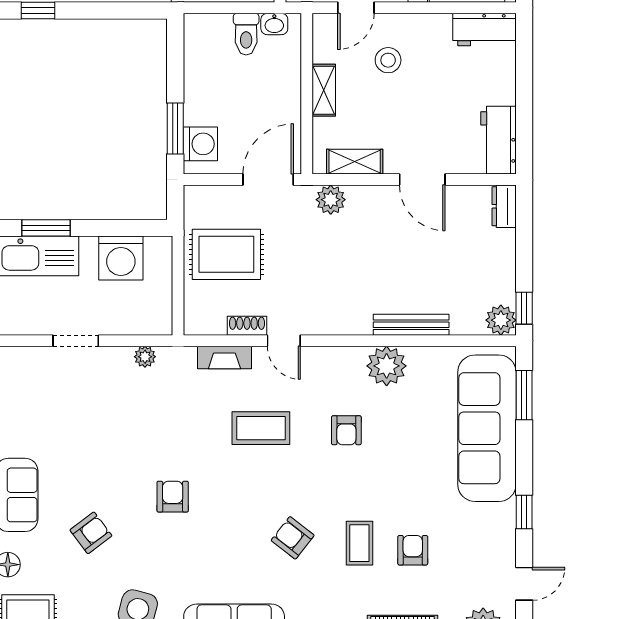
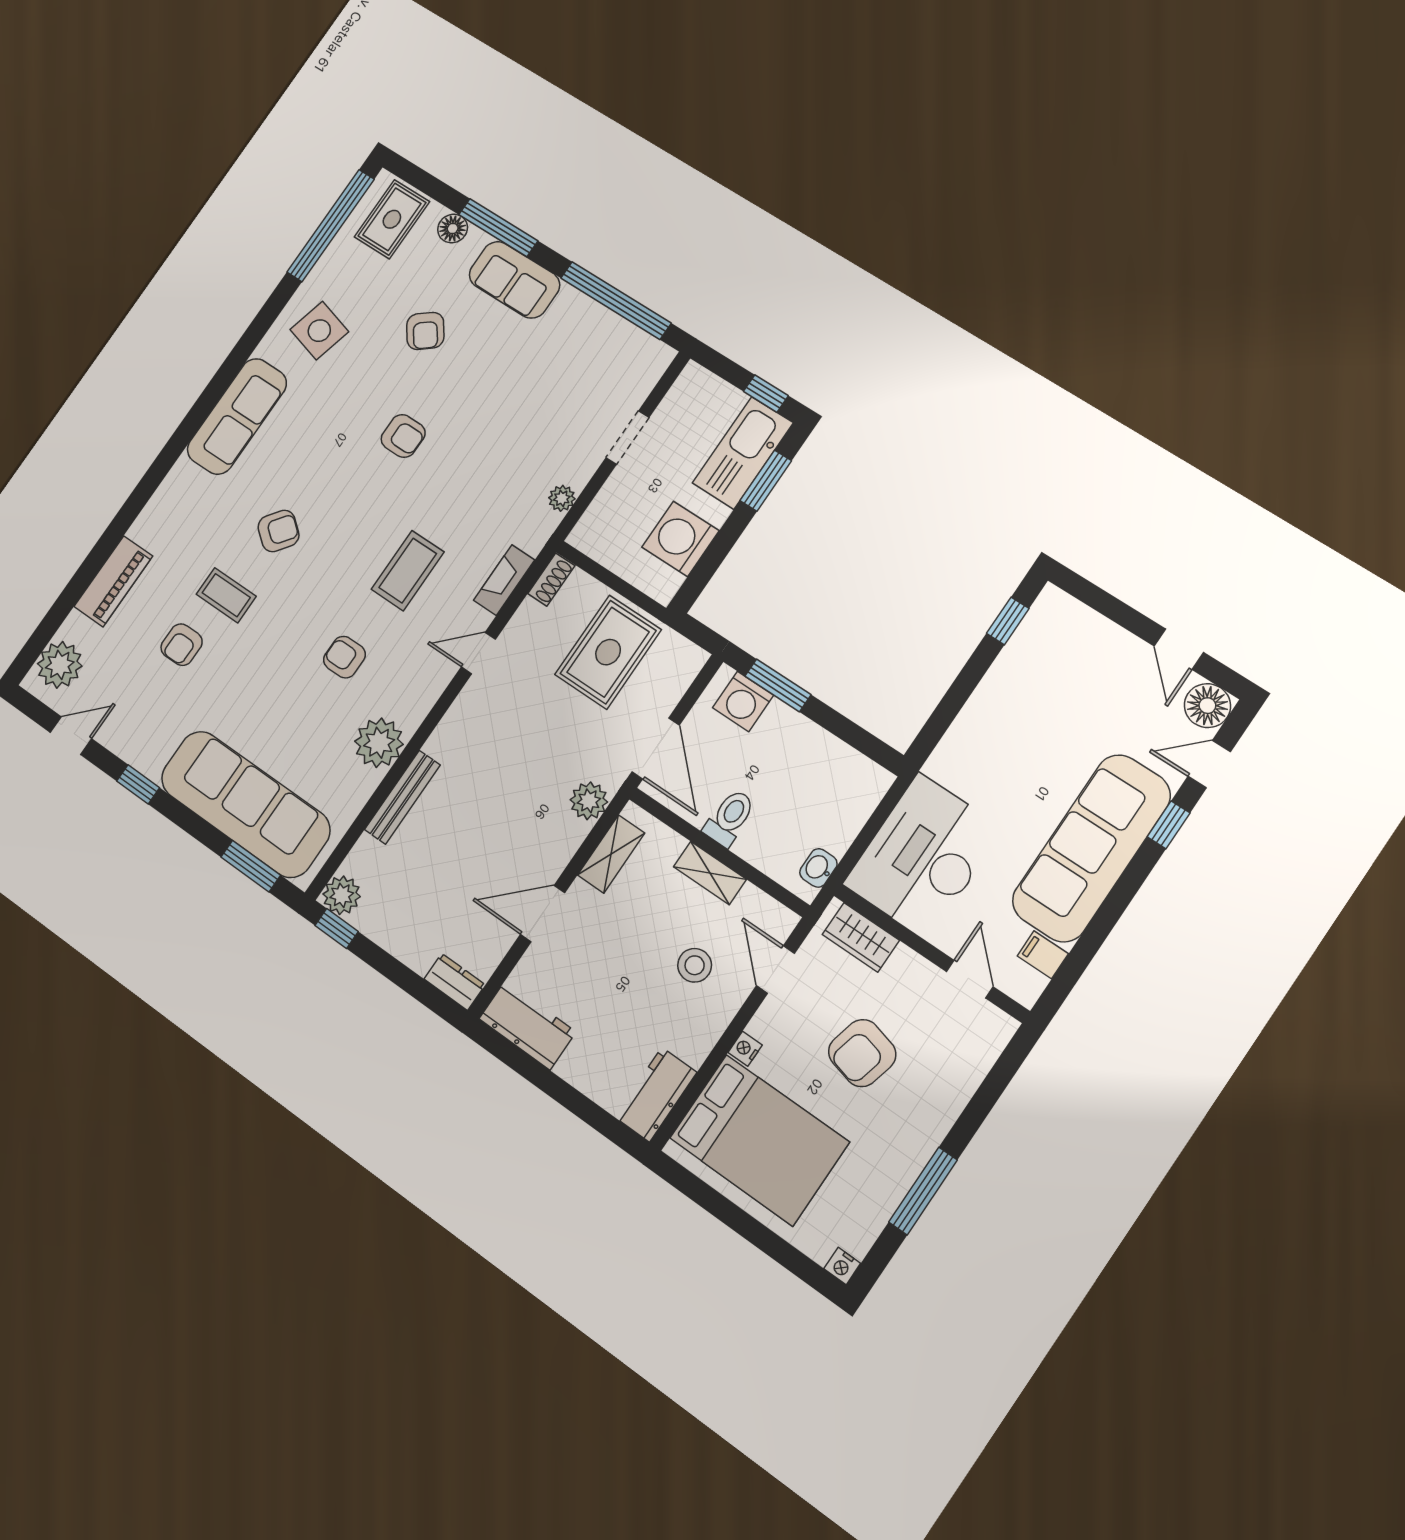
toilet: (246, 34) -> (730, 818), moved, turned 90
shoe rack: (247, 326) -> (551, 580), moved
armchair: (413, 550) -> (182, 645), turned 90
door: (524, 584) -> (71, 736), swing flipped

